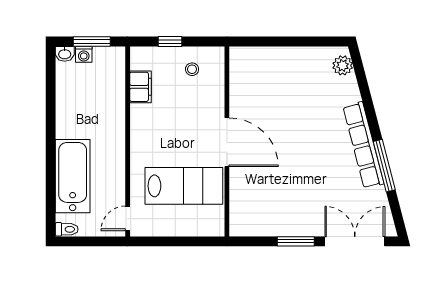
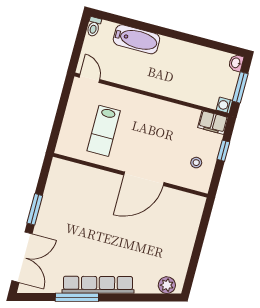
washing machine: (84, 54) -> (224, 105), moved
filing cabinet: (141, 87) -> (213, 122), moved
door: (227, 142) -> (144, 179), moved
bathtub: (73, 176) -> (136, 39), width x0.73, depth x0.73
lab bench: (184, 186) -> (104, 131), width x0.73, depth x0.72

